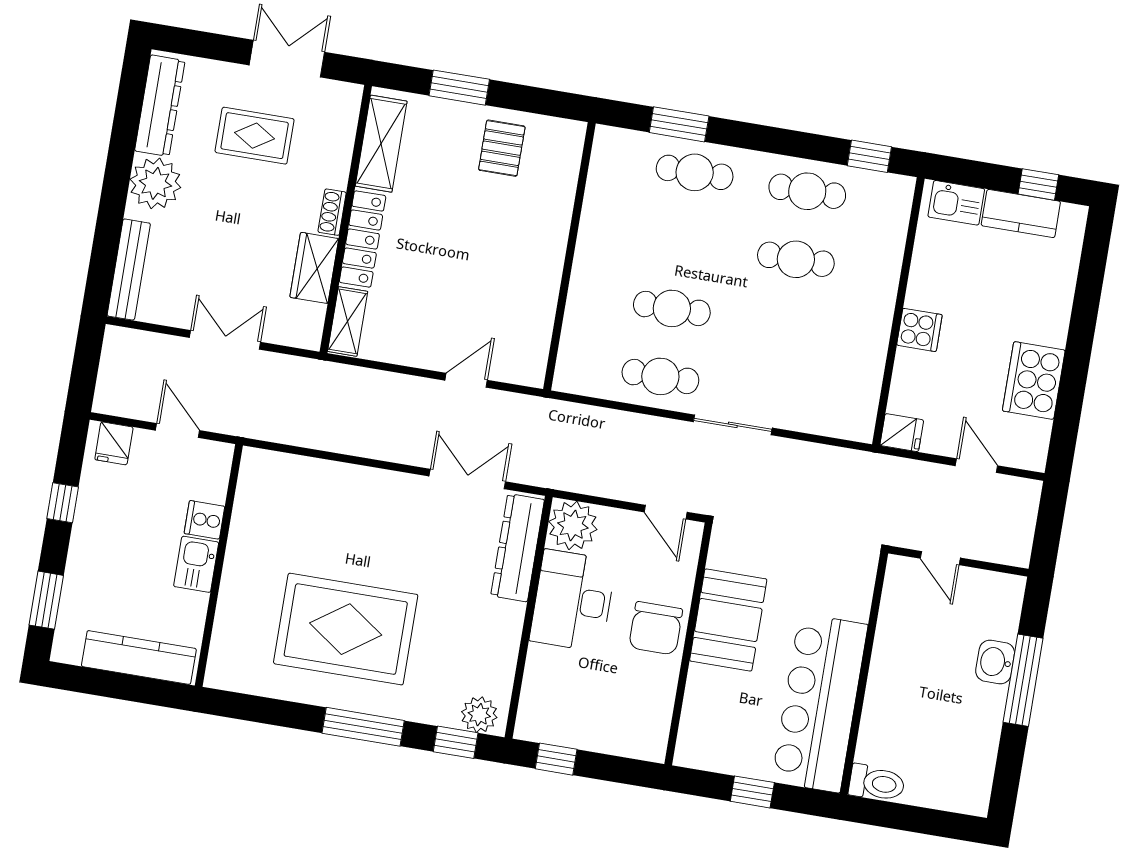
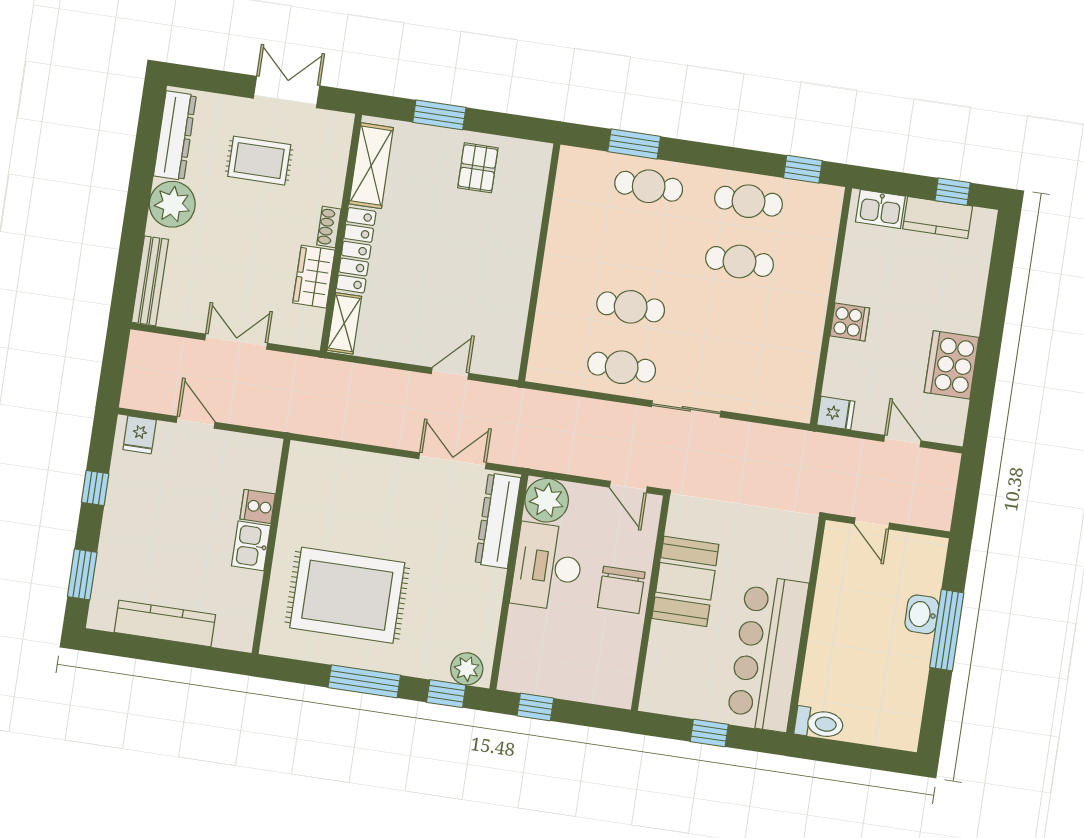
cooker: (204, 520) -> (258, 506), moved
kitchen sink: (196, 564) -> (251, 546), moved
wall: (219, 565) -> (271, 546), moved

